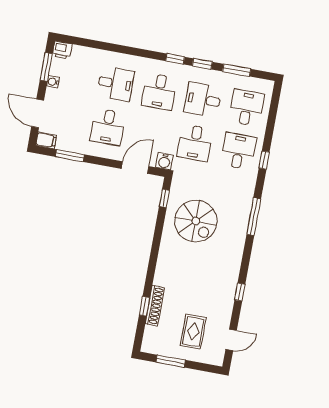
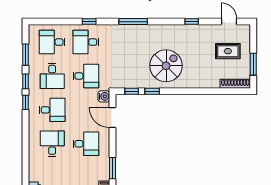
spiral stairs: (196, 221) -> (166, 66), moved
window: (145, 306) -> (152, 91), moved
shoe rack: (155, 306) -> (235, 84), moved

